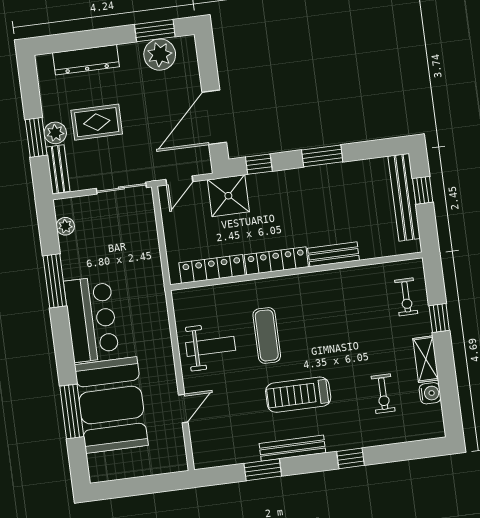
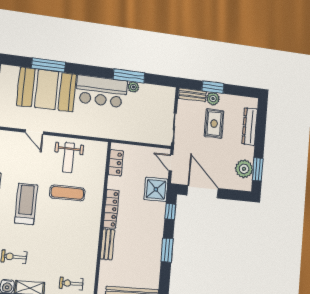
plant: (65, 226) -> (133, 87), moved
locker: (212, 269) -> (116, 163), width x0.66

